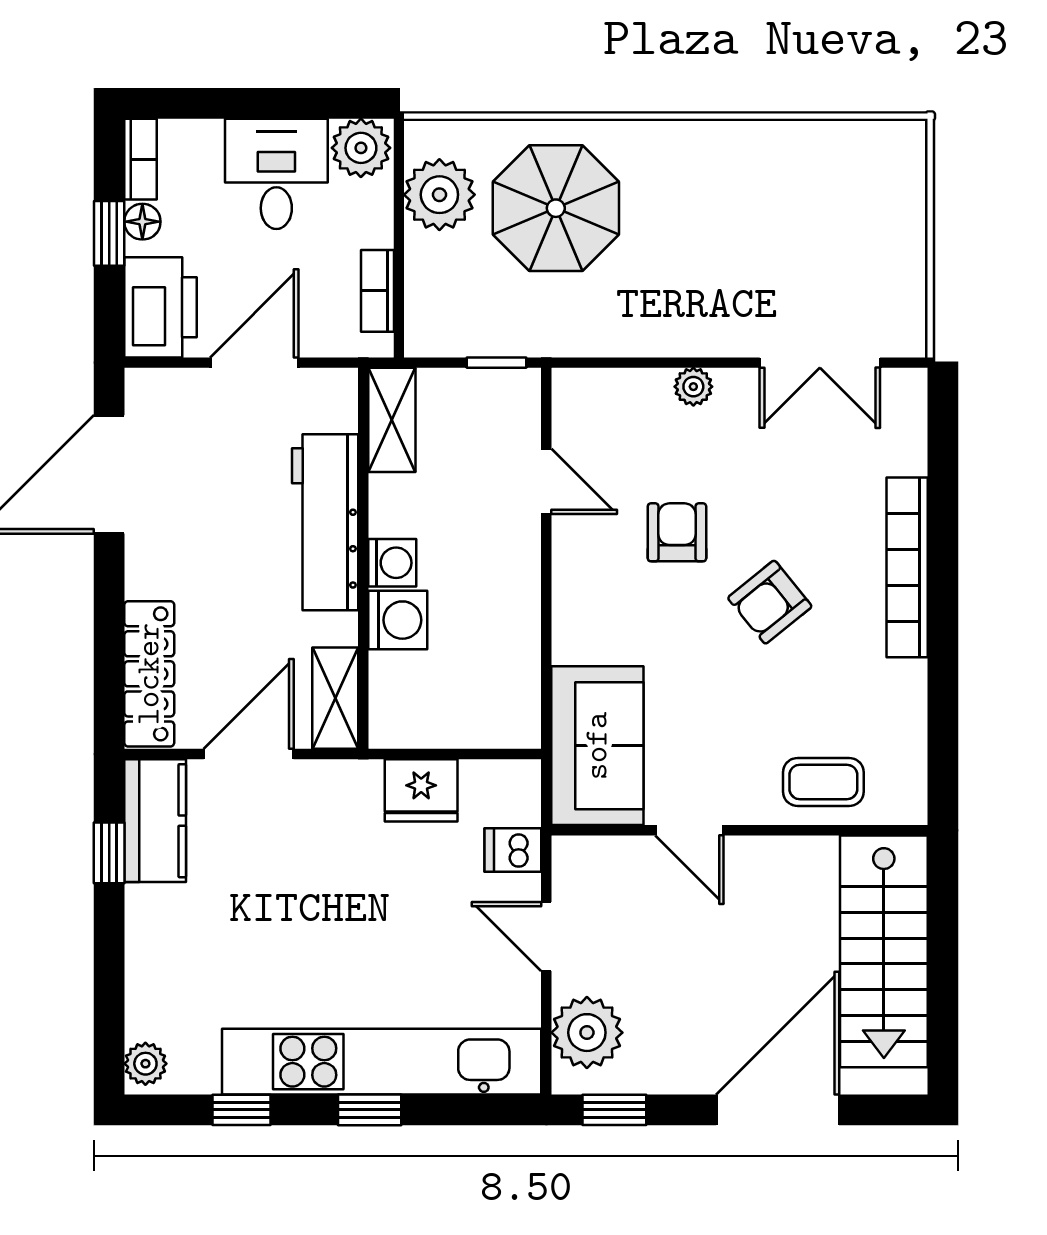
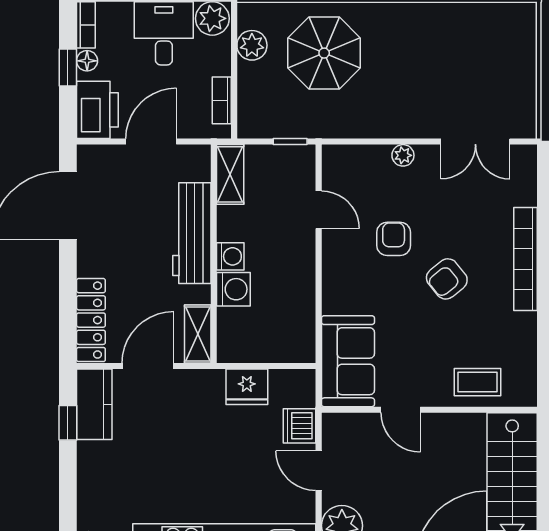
plant: (439, 195) -> (252, 45), width x0.73, depth x0.73
dishwasher: (513, 850) -> (300, 426), width x1.38

